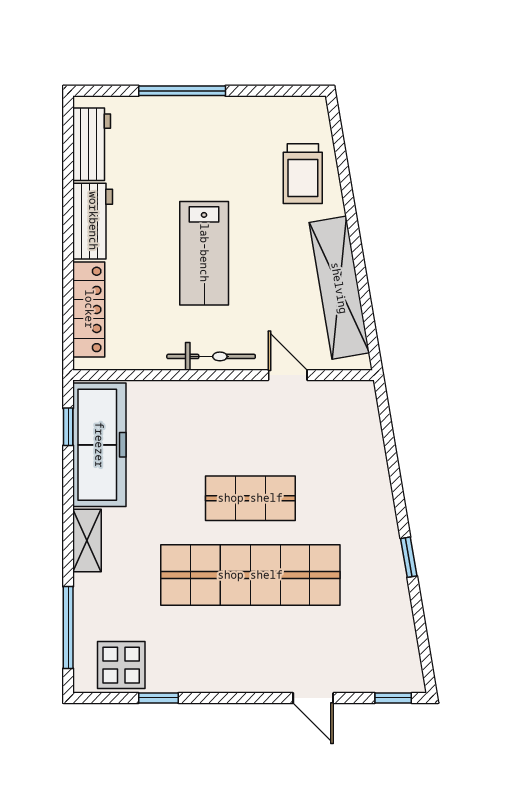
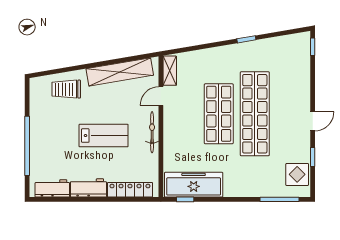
window: (182, 91) -> (27, 146), width x1.46
trolley: (303, 174) -> (66, 89), turned 180
shop shelf: (250, 498) -> (219, 114), width x1.43, depth x1.36
shelving: (87, 540) -> (170, 71), moved, turned 90
door: (313, 698) -> (313, 121), moved

